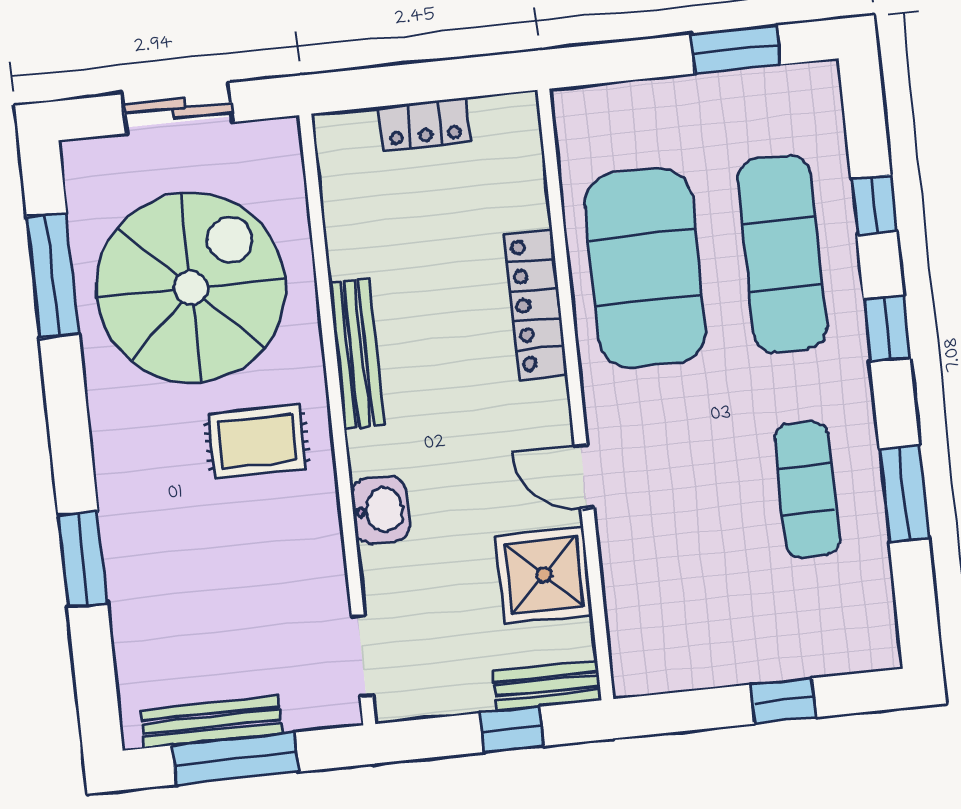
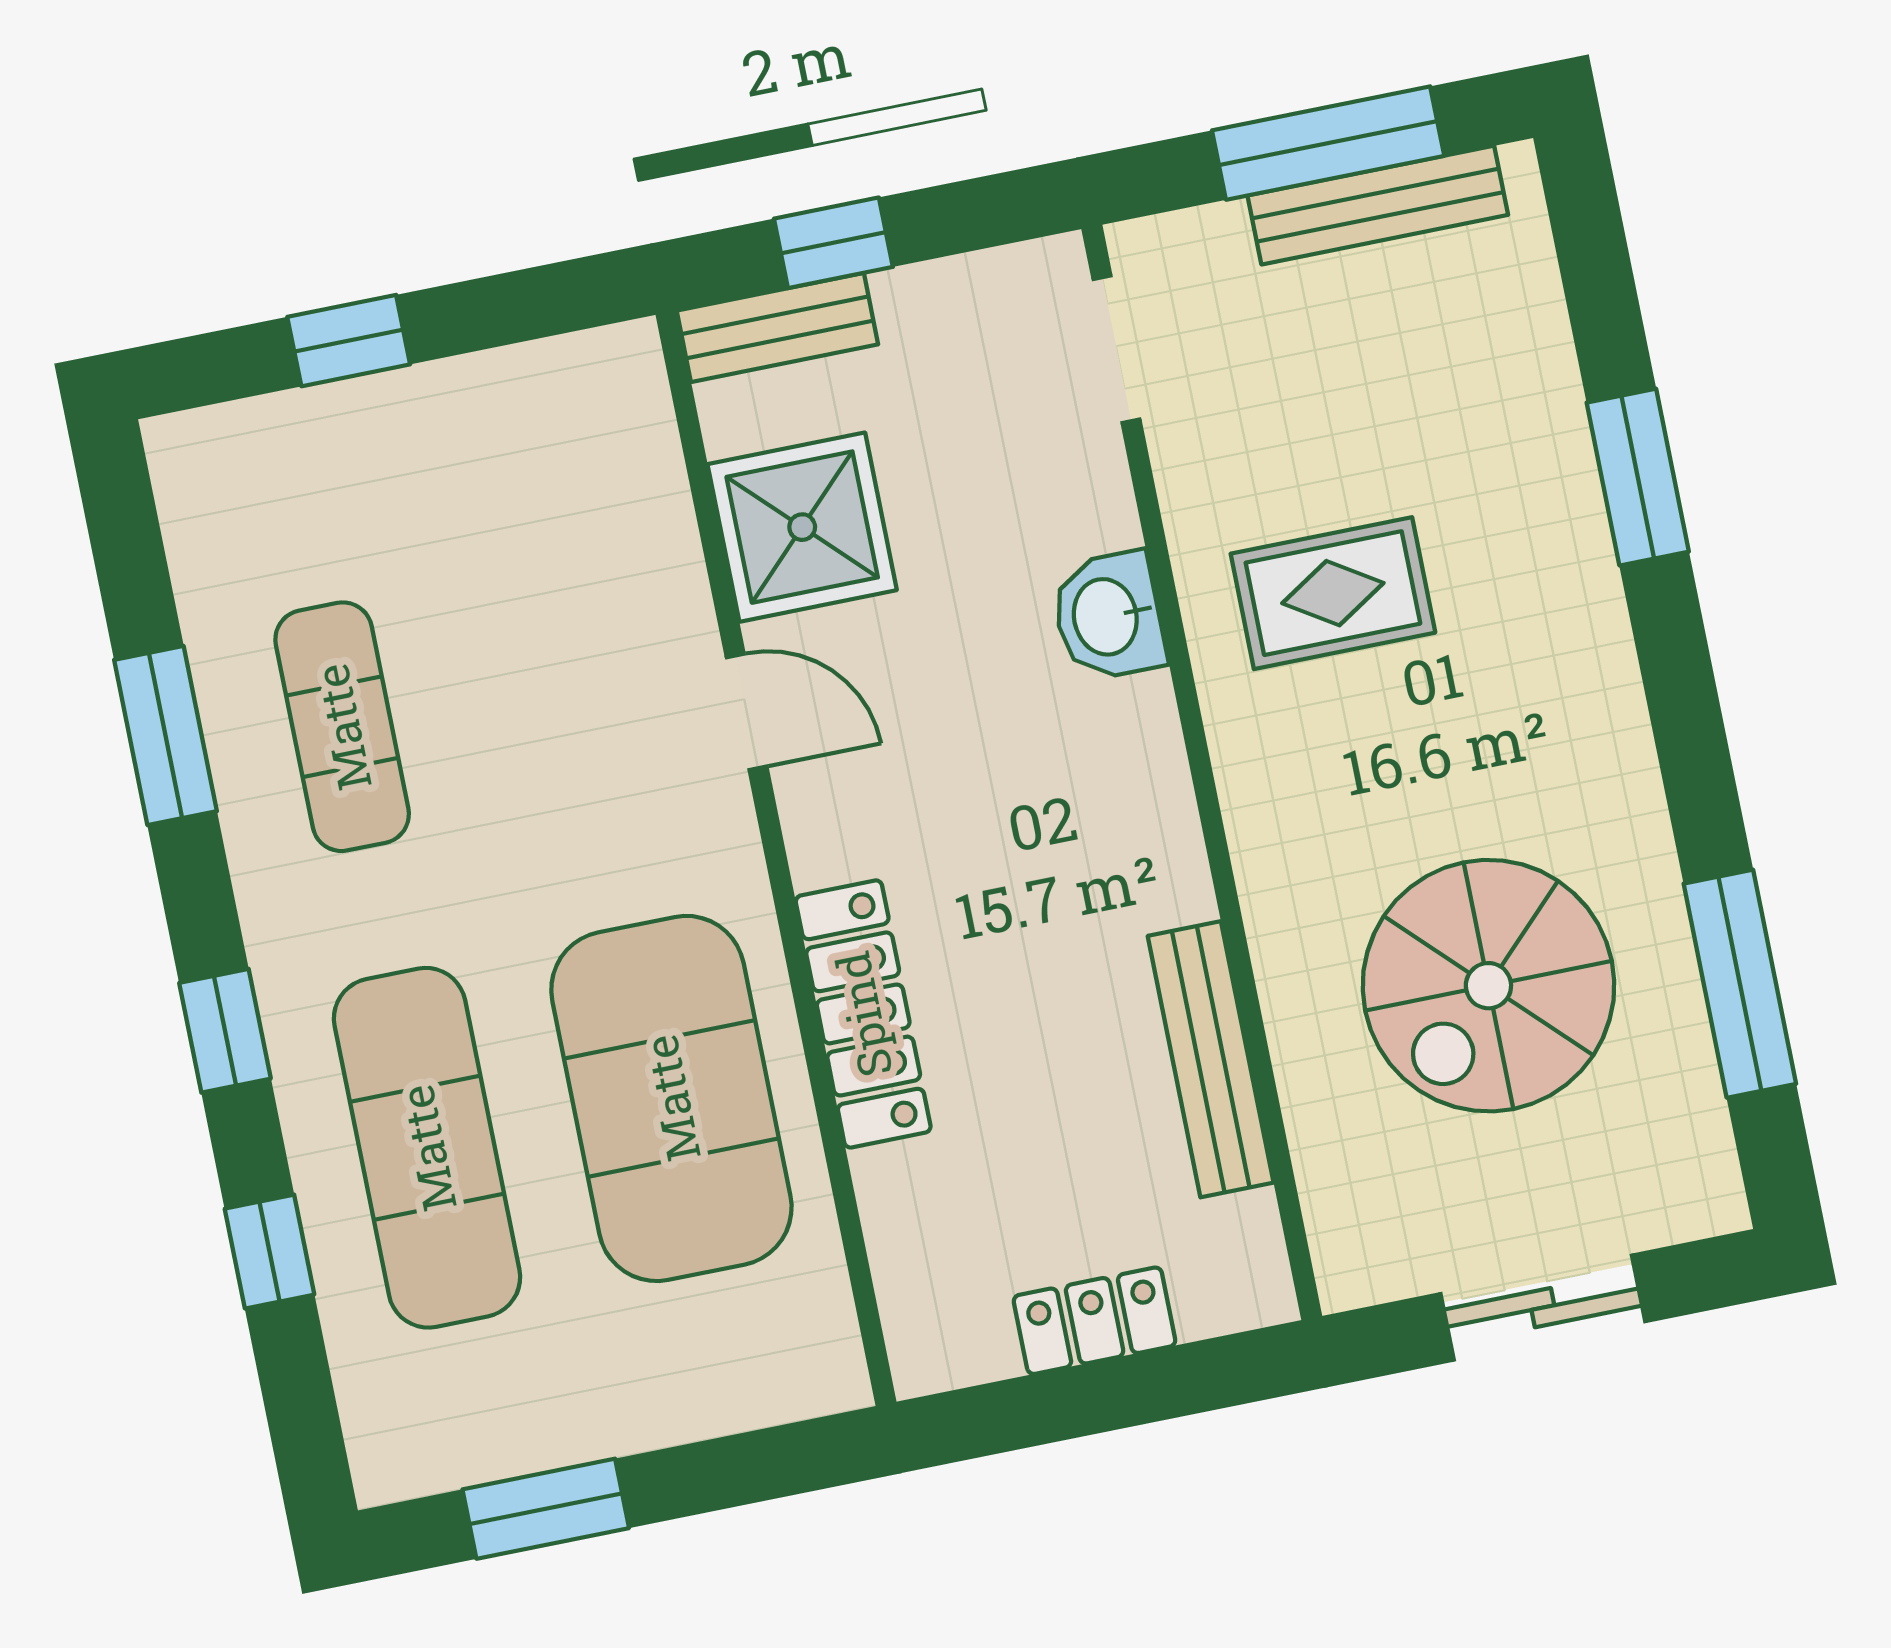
spiral stairs: (191, 288) -> (1488, 986), width x0.73, depth x0.73
bench: (357, 354) -> (1211, 1059), moved
rug: (257, 441) -> (1333, 593), moved

